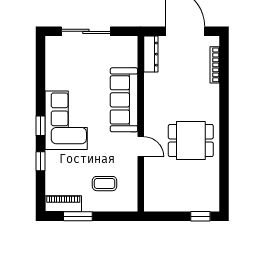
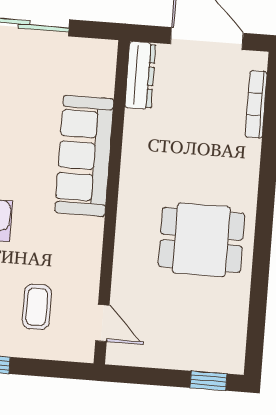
door: (141, 146) -> (102, 323), moved
coffee table: (105, 184) -> (37, 307), turned 90

